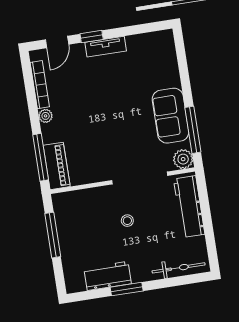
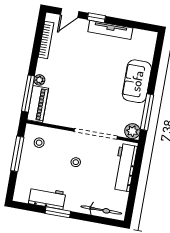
tv unit: (106, 47) -> (110, 30), width x1.41
plant: (46, 116) -> (39, 80), moved
sofa: (170, 116) -> (137, 81), moved
stool: (75, 212) -> (39, 143), added

